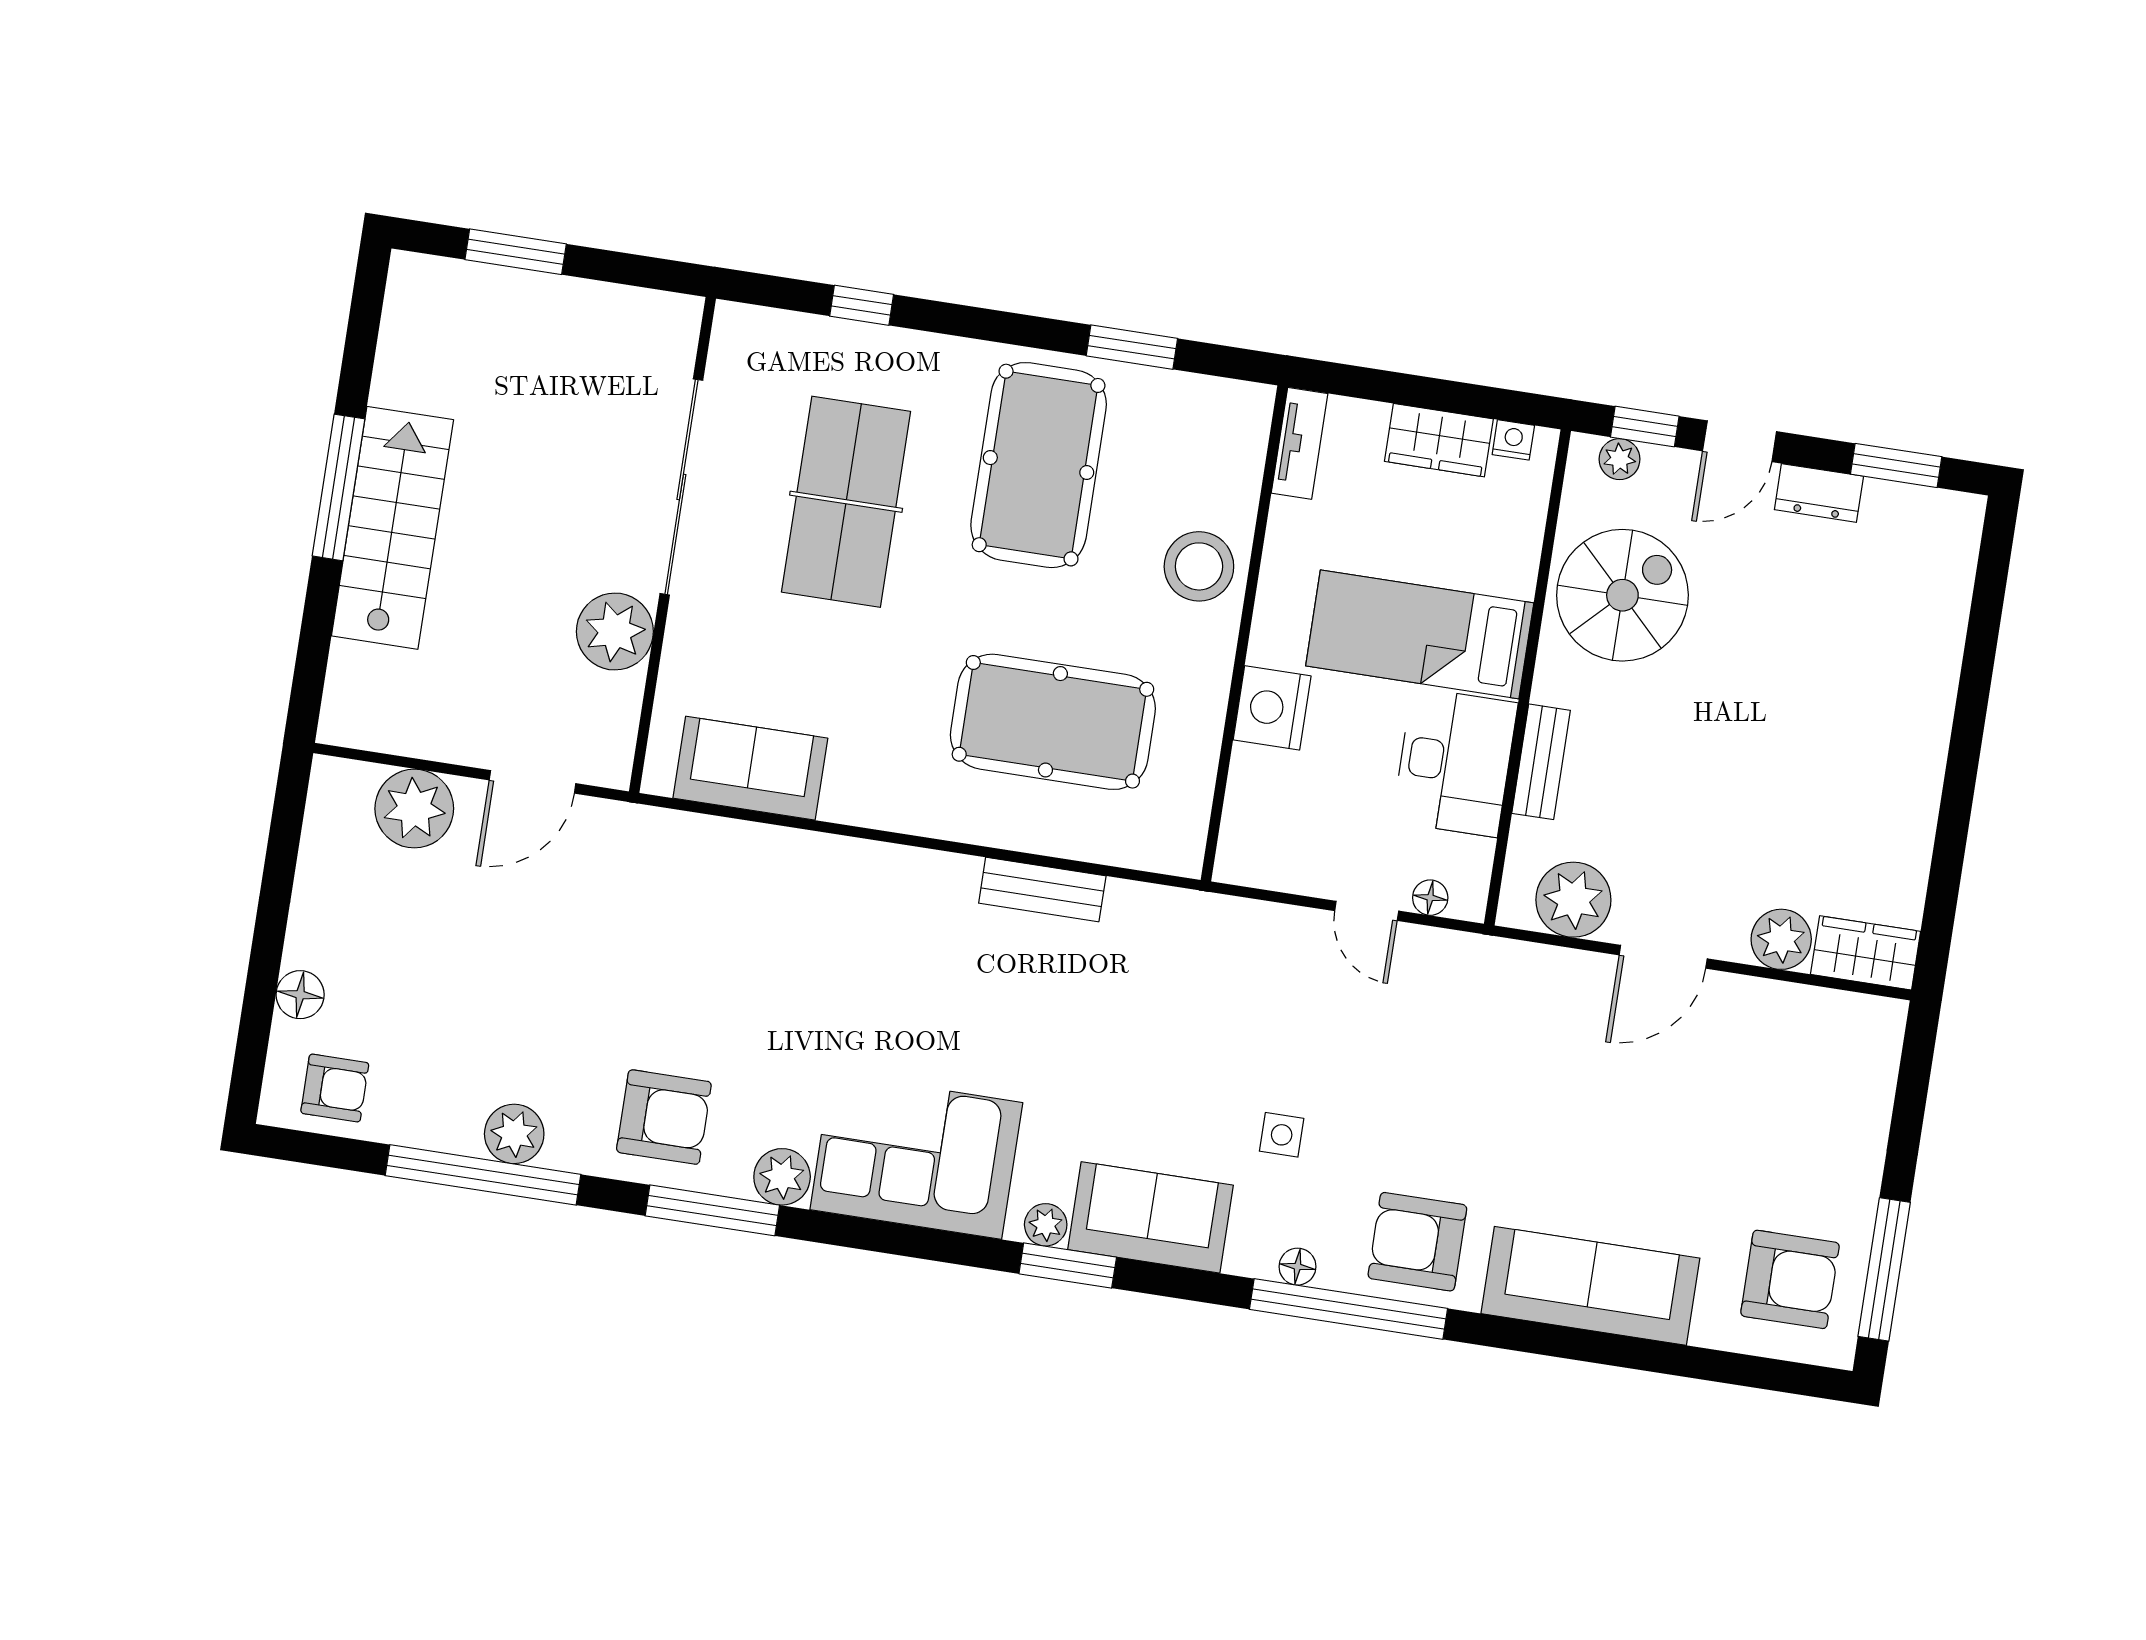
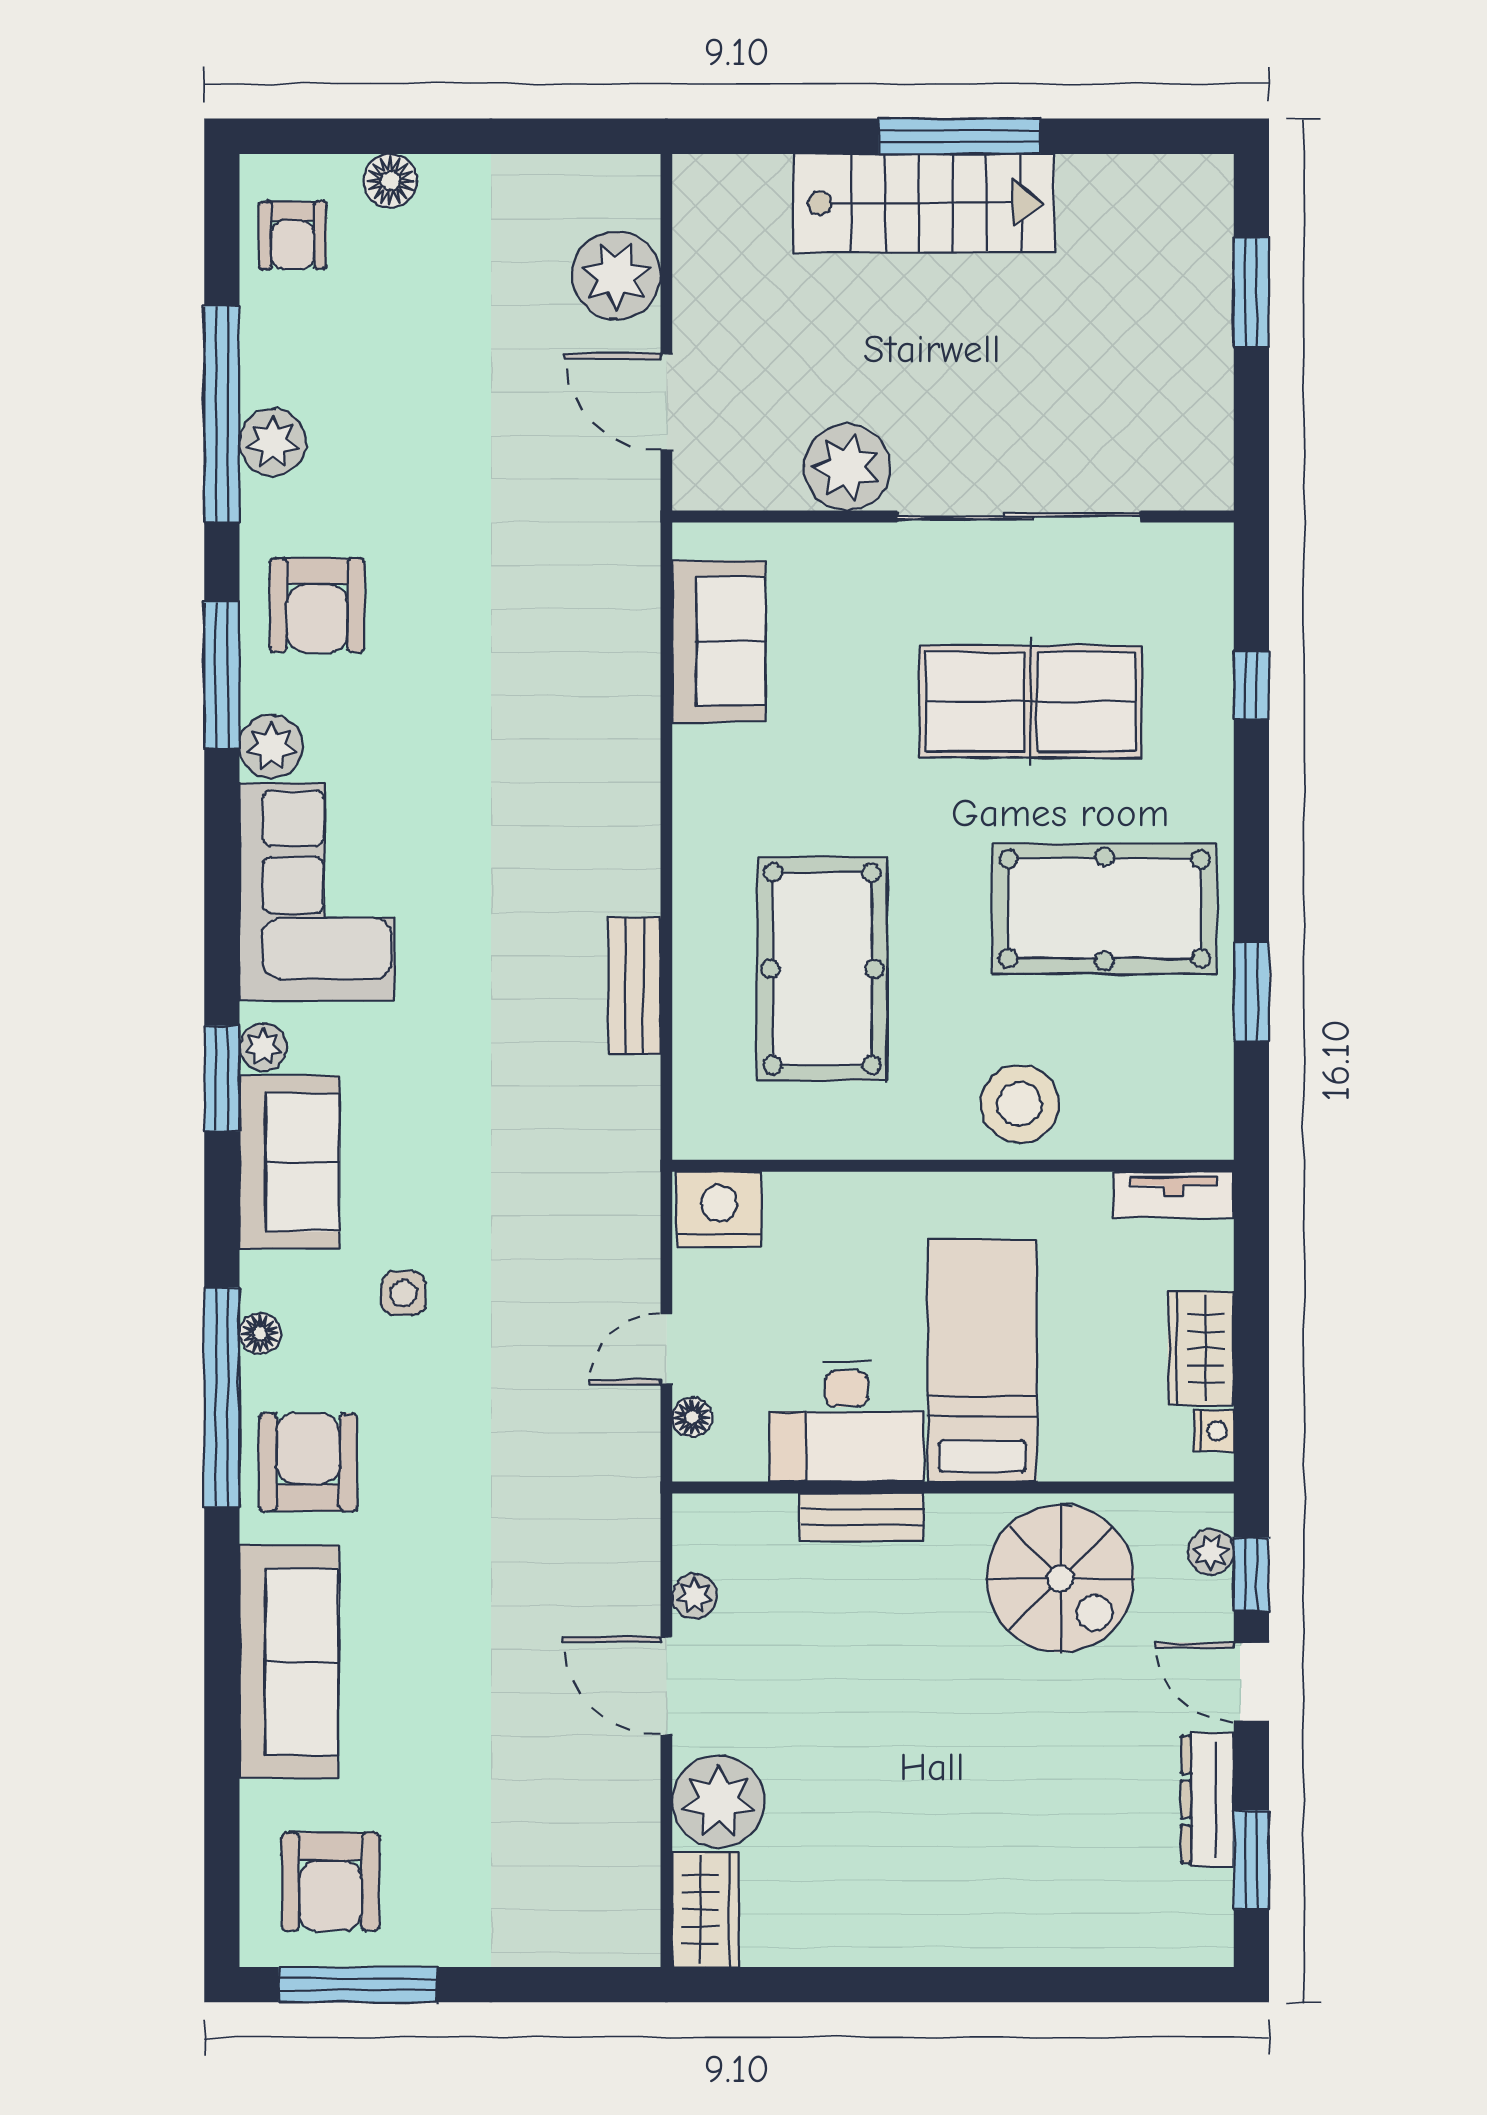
dresser: (1819, 493) -> (1208, 1799), width x1.44
nightstand: (1272, 708) -> (719, 1209), moved
plant: (1573, 900) -> (695, 1596), width x0.53, depth x0.53
plant: (1781, 939) -> (718, 1801), width x1.36, depth x1.36

